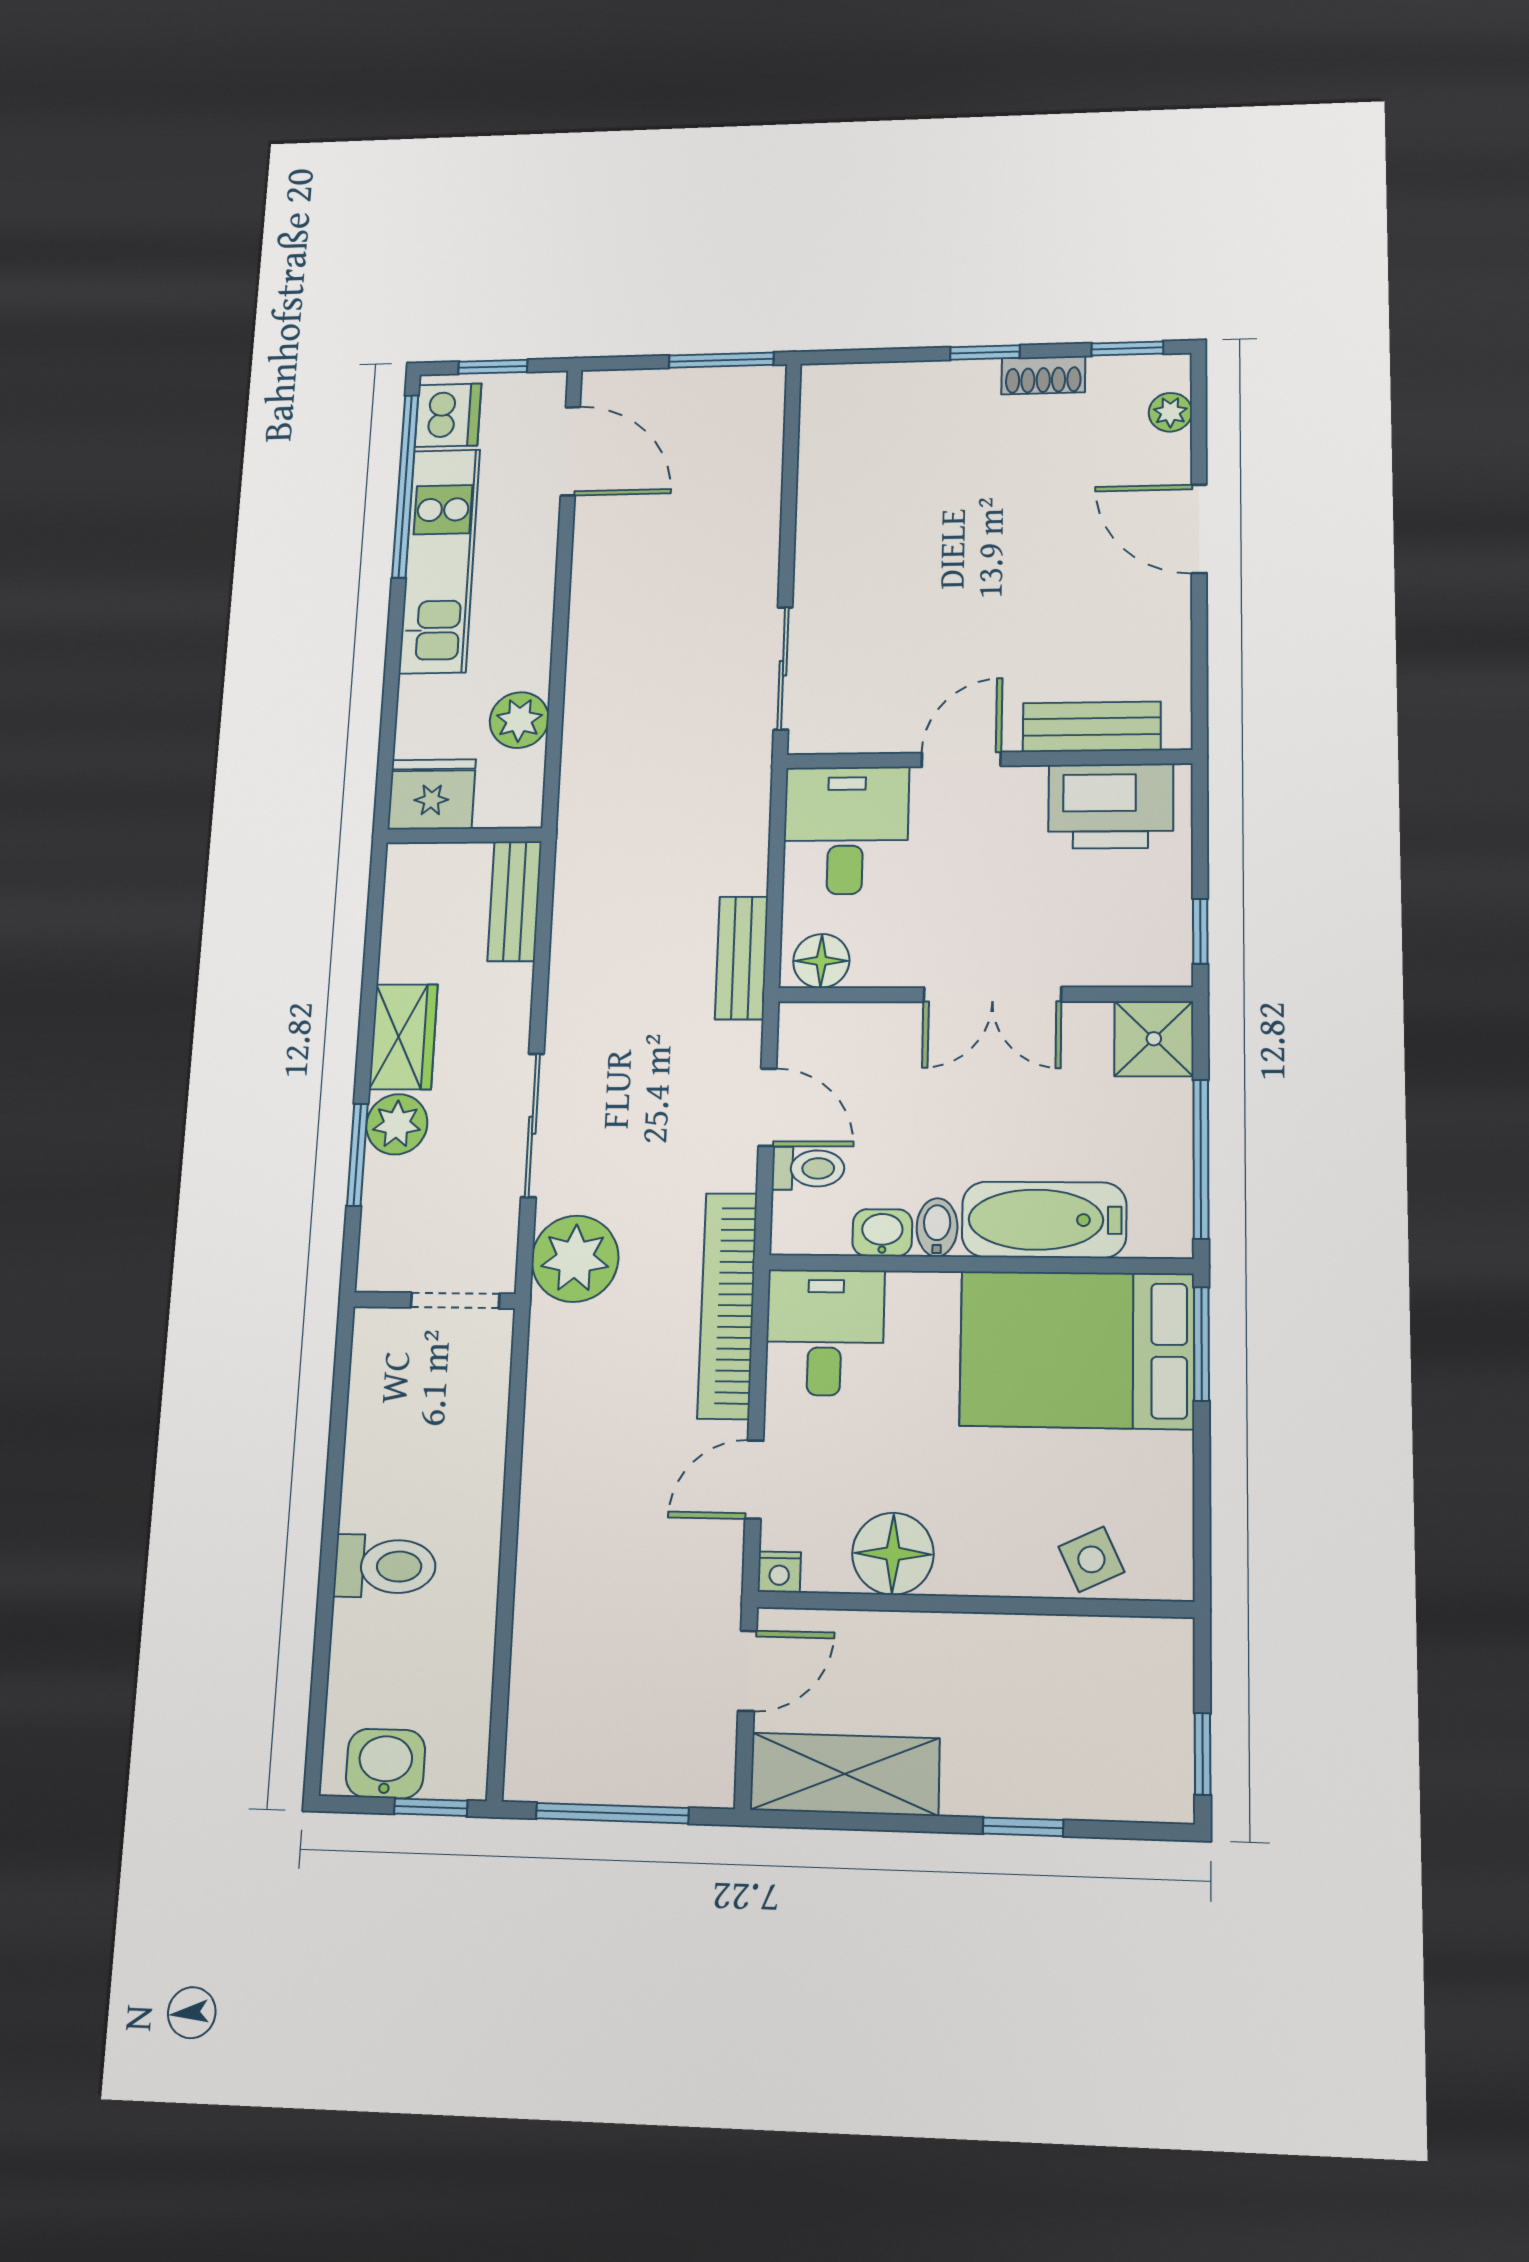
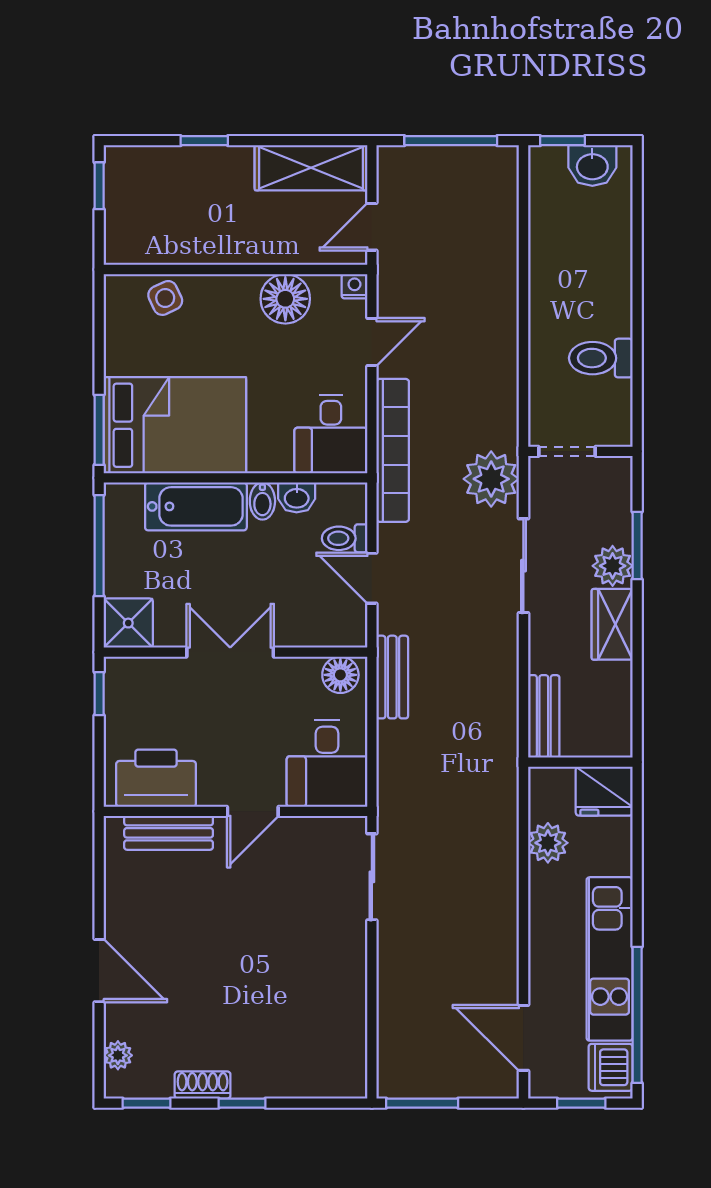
toilet: (385, 1566) -> (601, 358), moved

